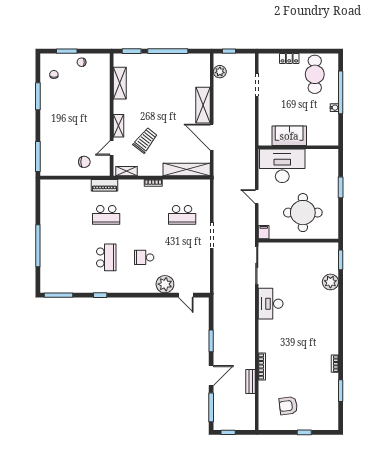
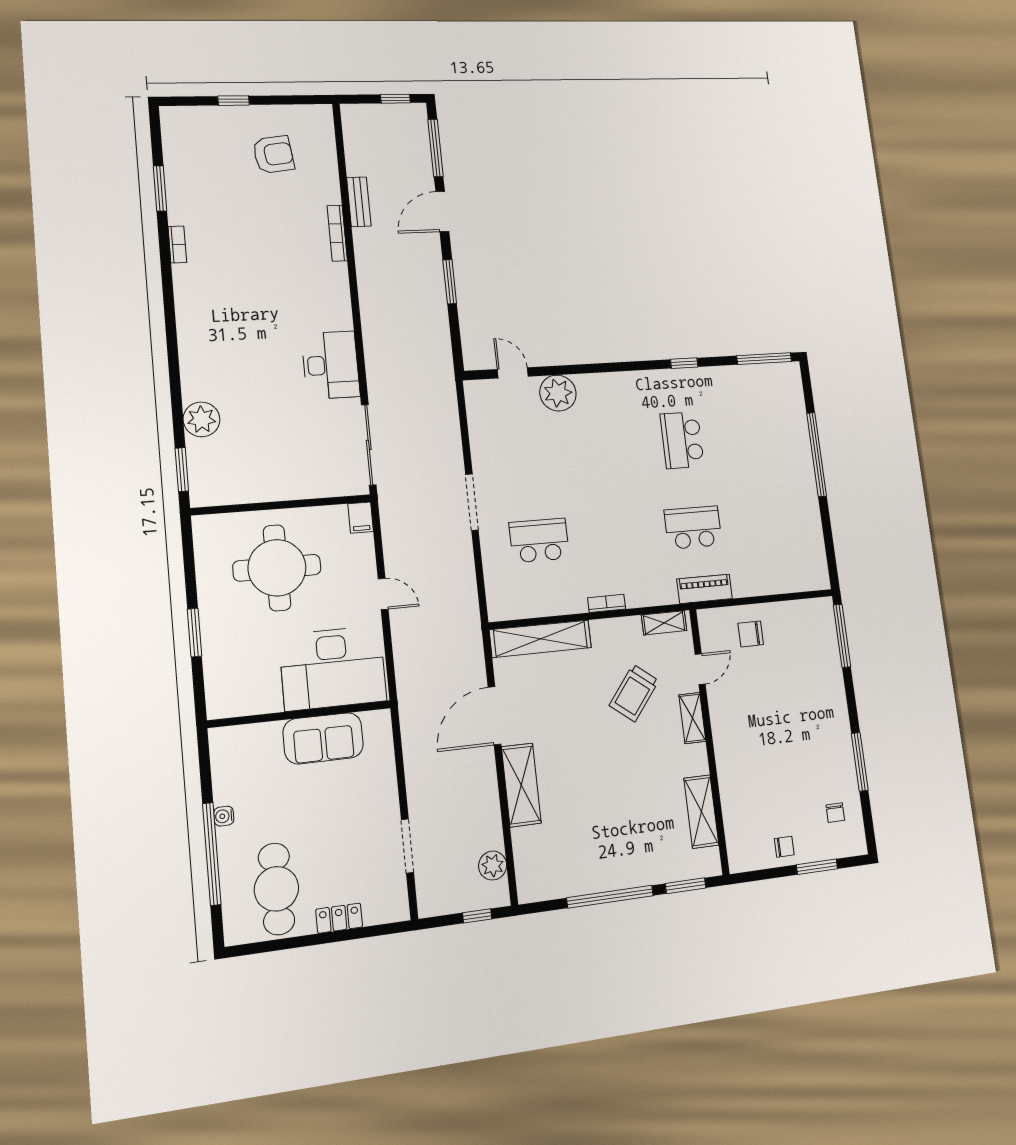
door: (212, 137) -> (495, 716), swing flipped
school desk: (144, 257) -> (607, 445), removed

